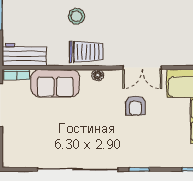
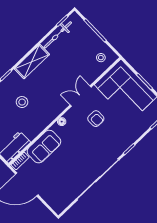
trolley: (86, 52) -> (44, 116), removed
double door: (142, 68) -> (81, 96), swing flipped

